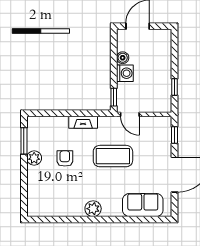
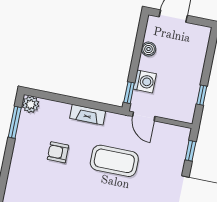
washing machine: (125, 73) -> (145, 81), moved
plant: (34, 158) -> (31, 104), moved
armchair: (65, 158) -> (58, 152), turned -90

